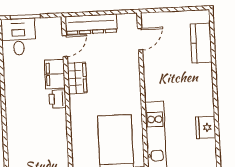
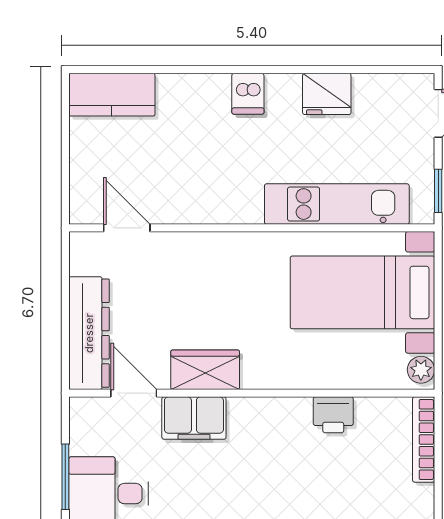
kitchen counter: (201, 43) -> (112, 95), moved
dishwasher: (204, 91) -> (248, 94), added
printer: (57, 99) -> (333, 415), moved

